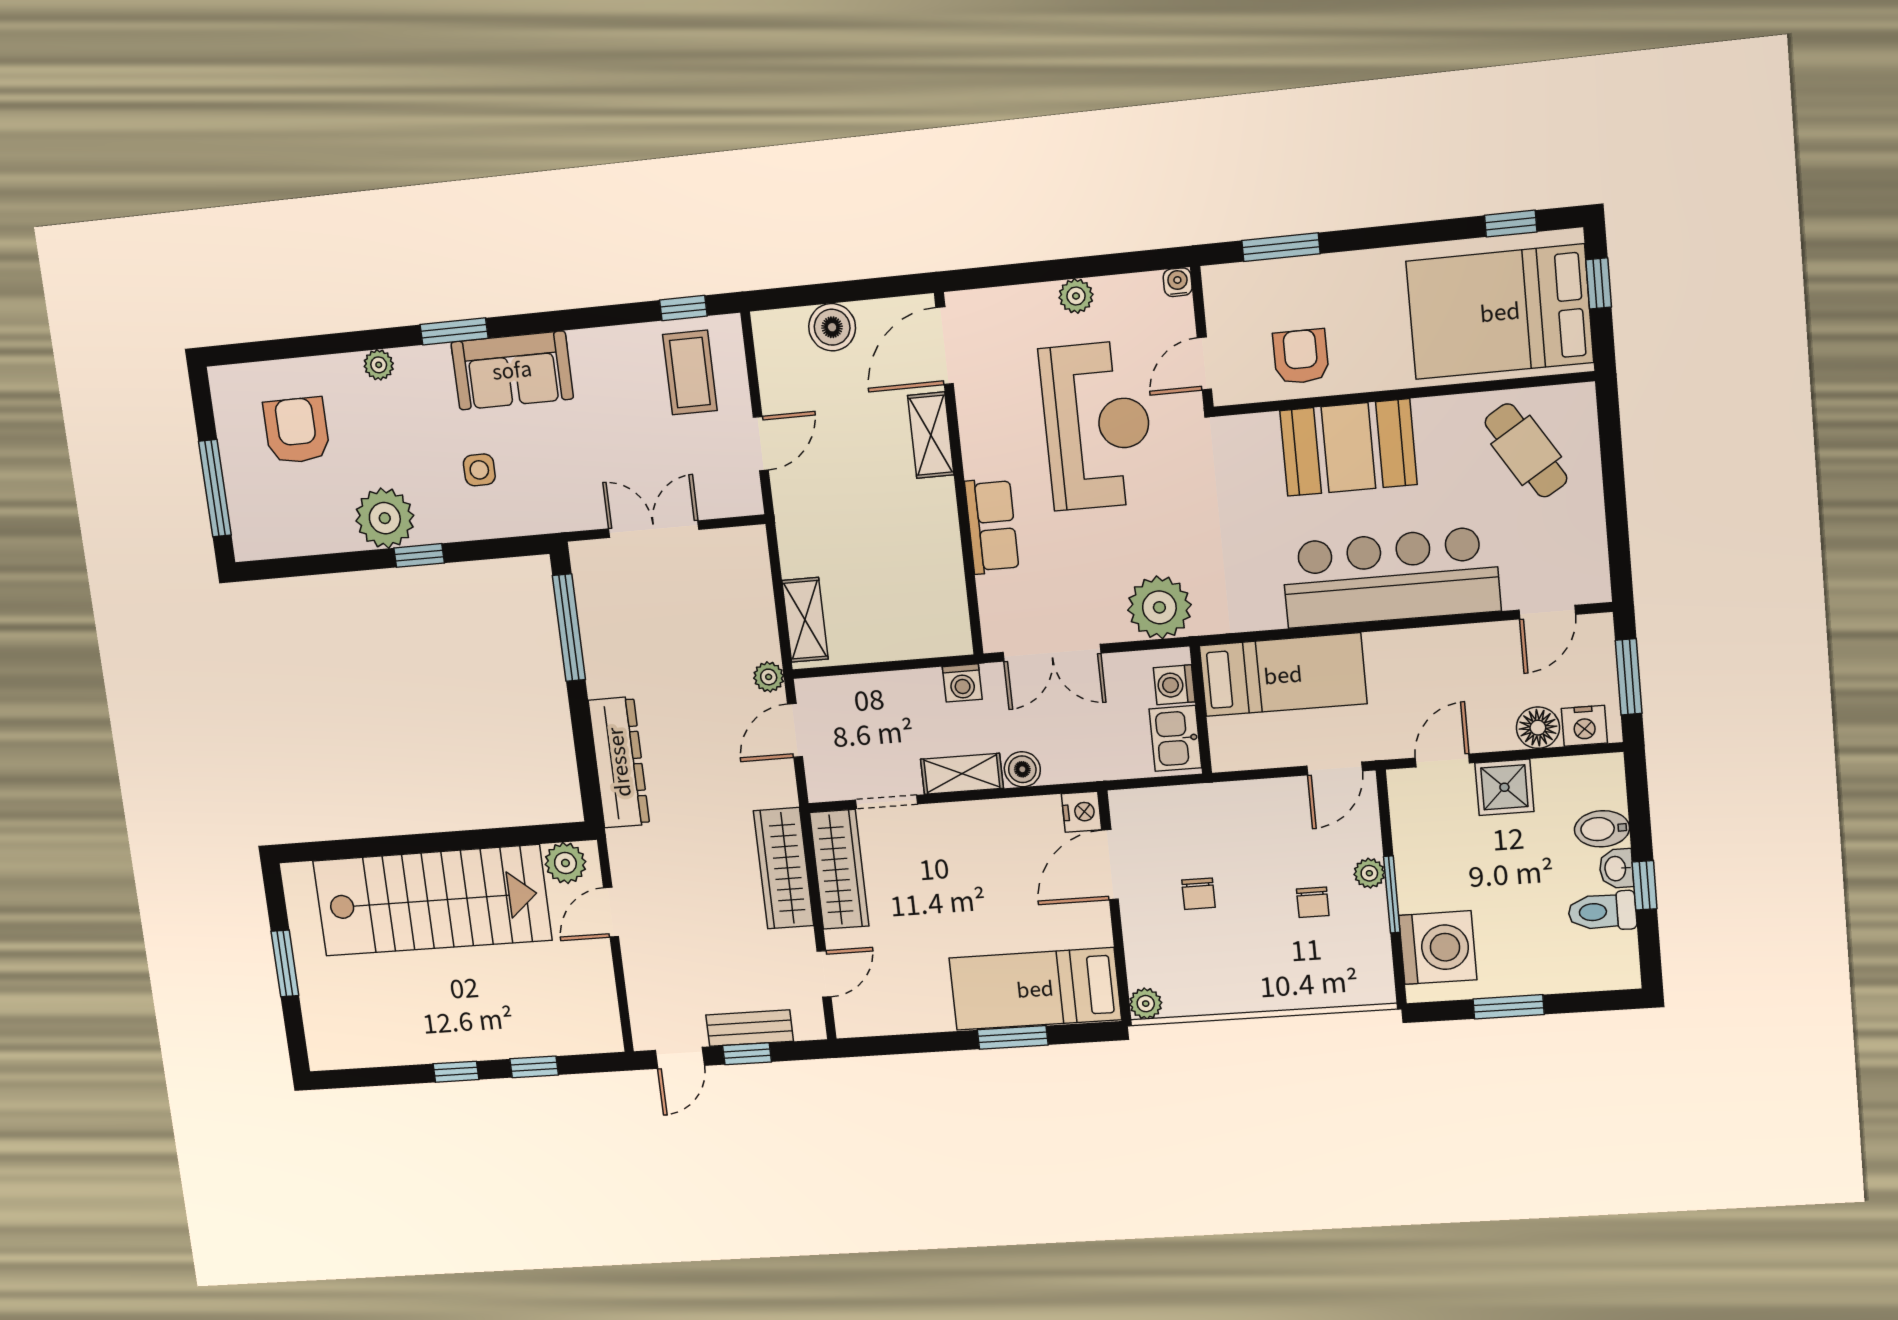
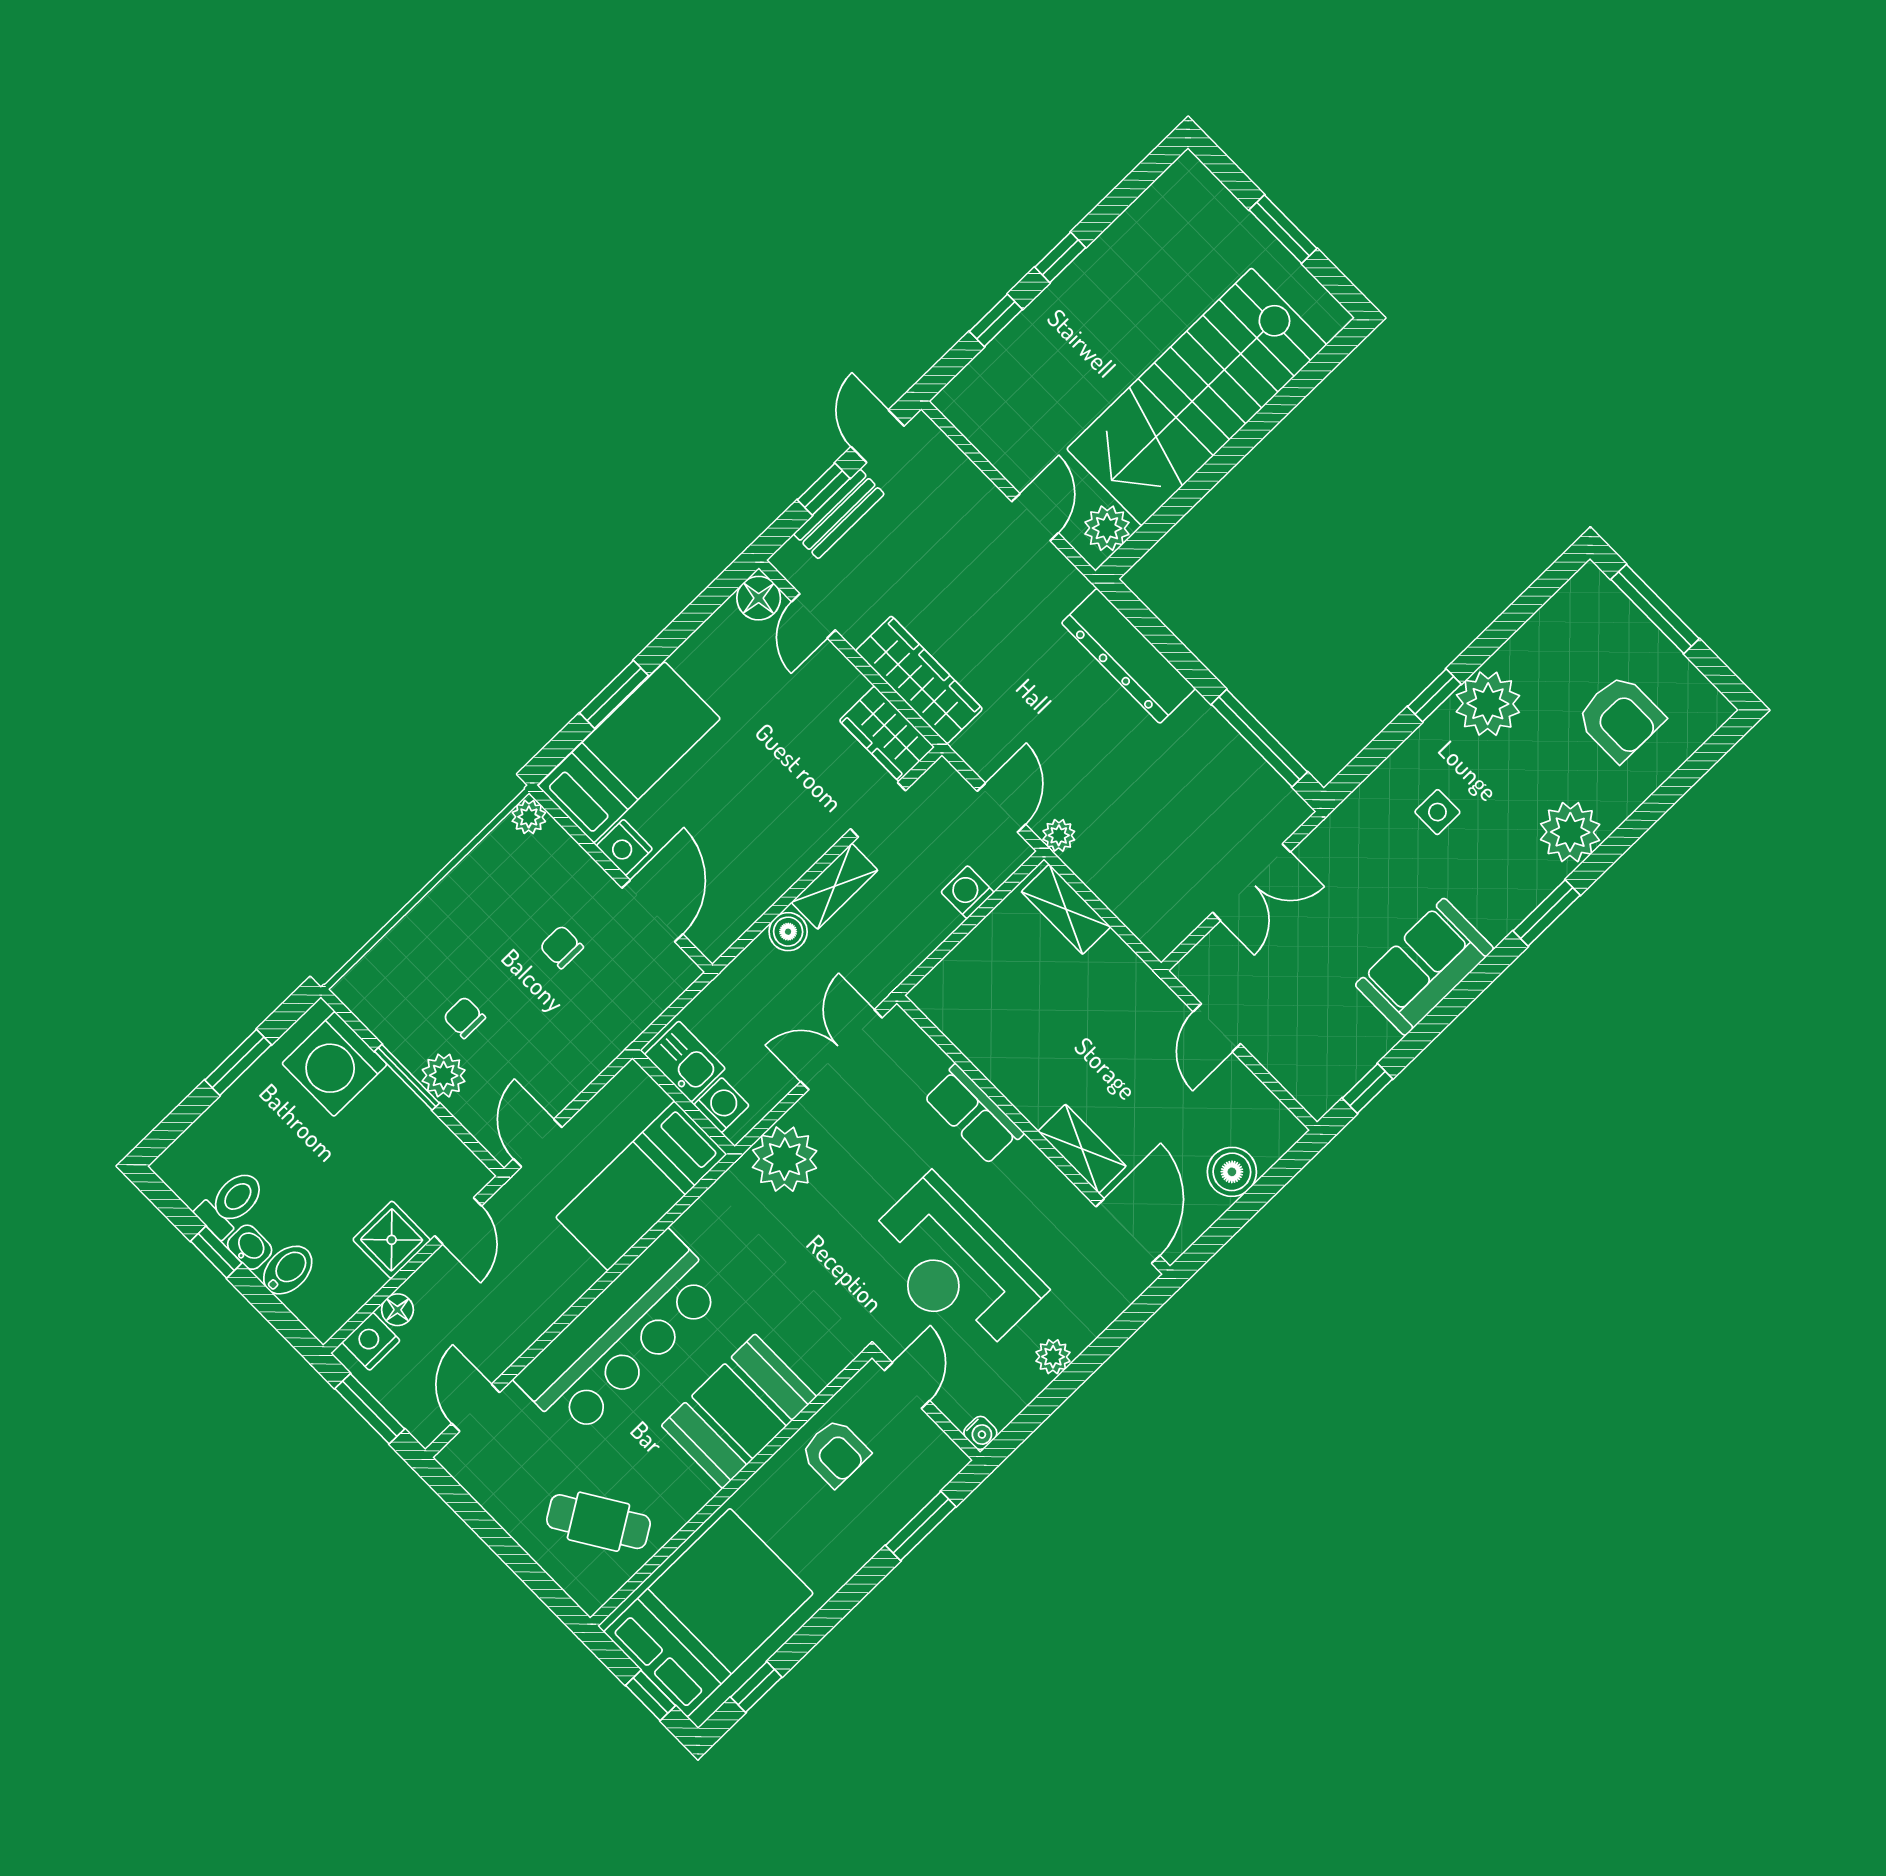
plant: (379, 365) -> (1570, 832), width x1.87, depth x1.87
sofa: (512, 370) -> (1425, 967), moved
coffee table: (690, 373) -> (1321, 1039), removed
washing machine: (962, 683) -> (967, 892), moved
floor lamp: (1538, 728) -> (397, 1310), width x0.73, depth x0.73
nightstand: (1082, 812) -> (624, 847), moved
wardrobe: (839, 869) -> (887, 734), width x0.67
plant: (1369, 873) -> (444, 1076), width x1.38, depth x1.38
floor lamp: (854, 1018) -> (759, 598), added

